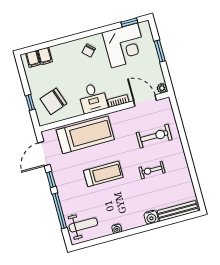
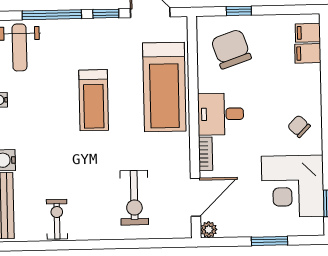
exercise bike: (152, 170) -> (57, 219), moved

